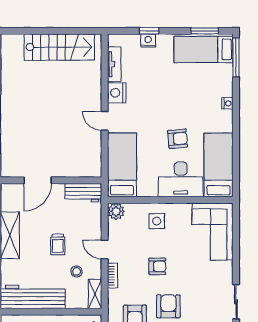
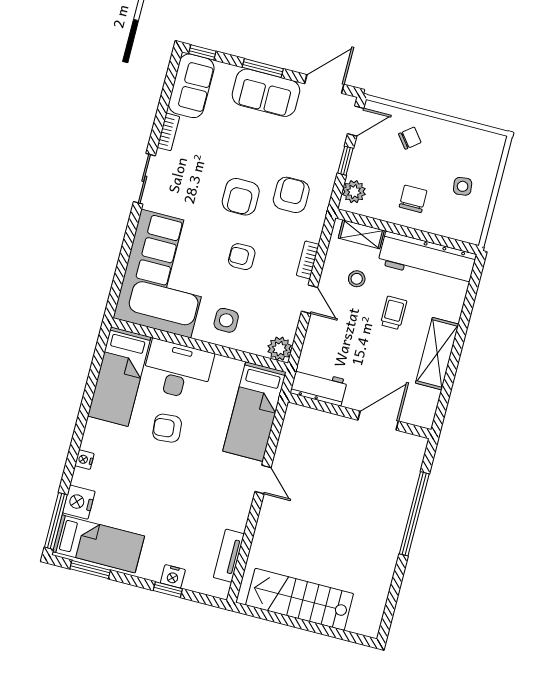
nightstand: (117, 93) -> (79, 502), moved, turned 180
corner sofa: (212, 232) -> (166, 274), width x1.36, depth x1.36
trolley: (58, 244) -> (394, 313), moved
shelving: (95, 294) -> (361, 234), moved, turned 90

